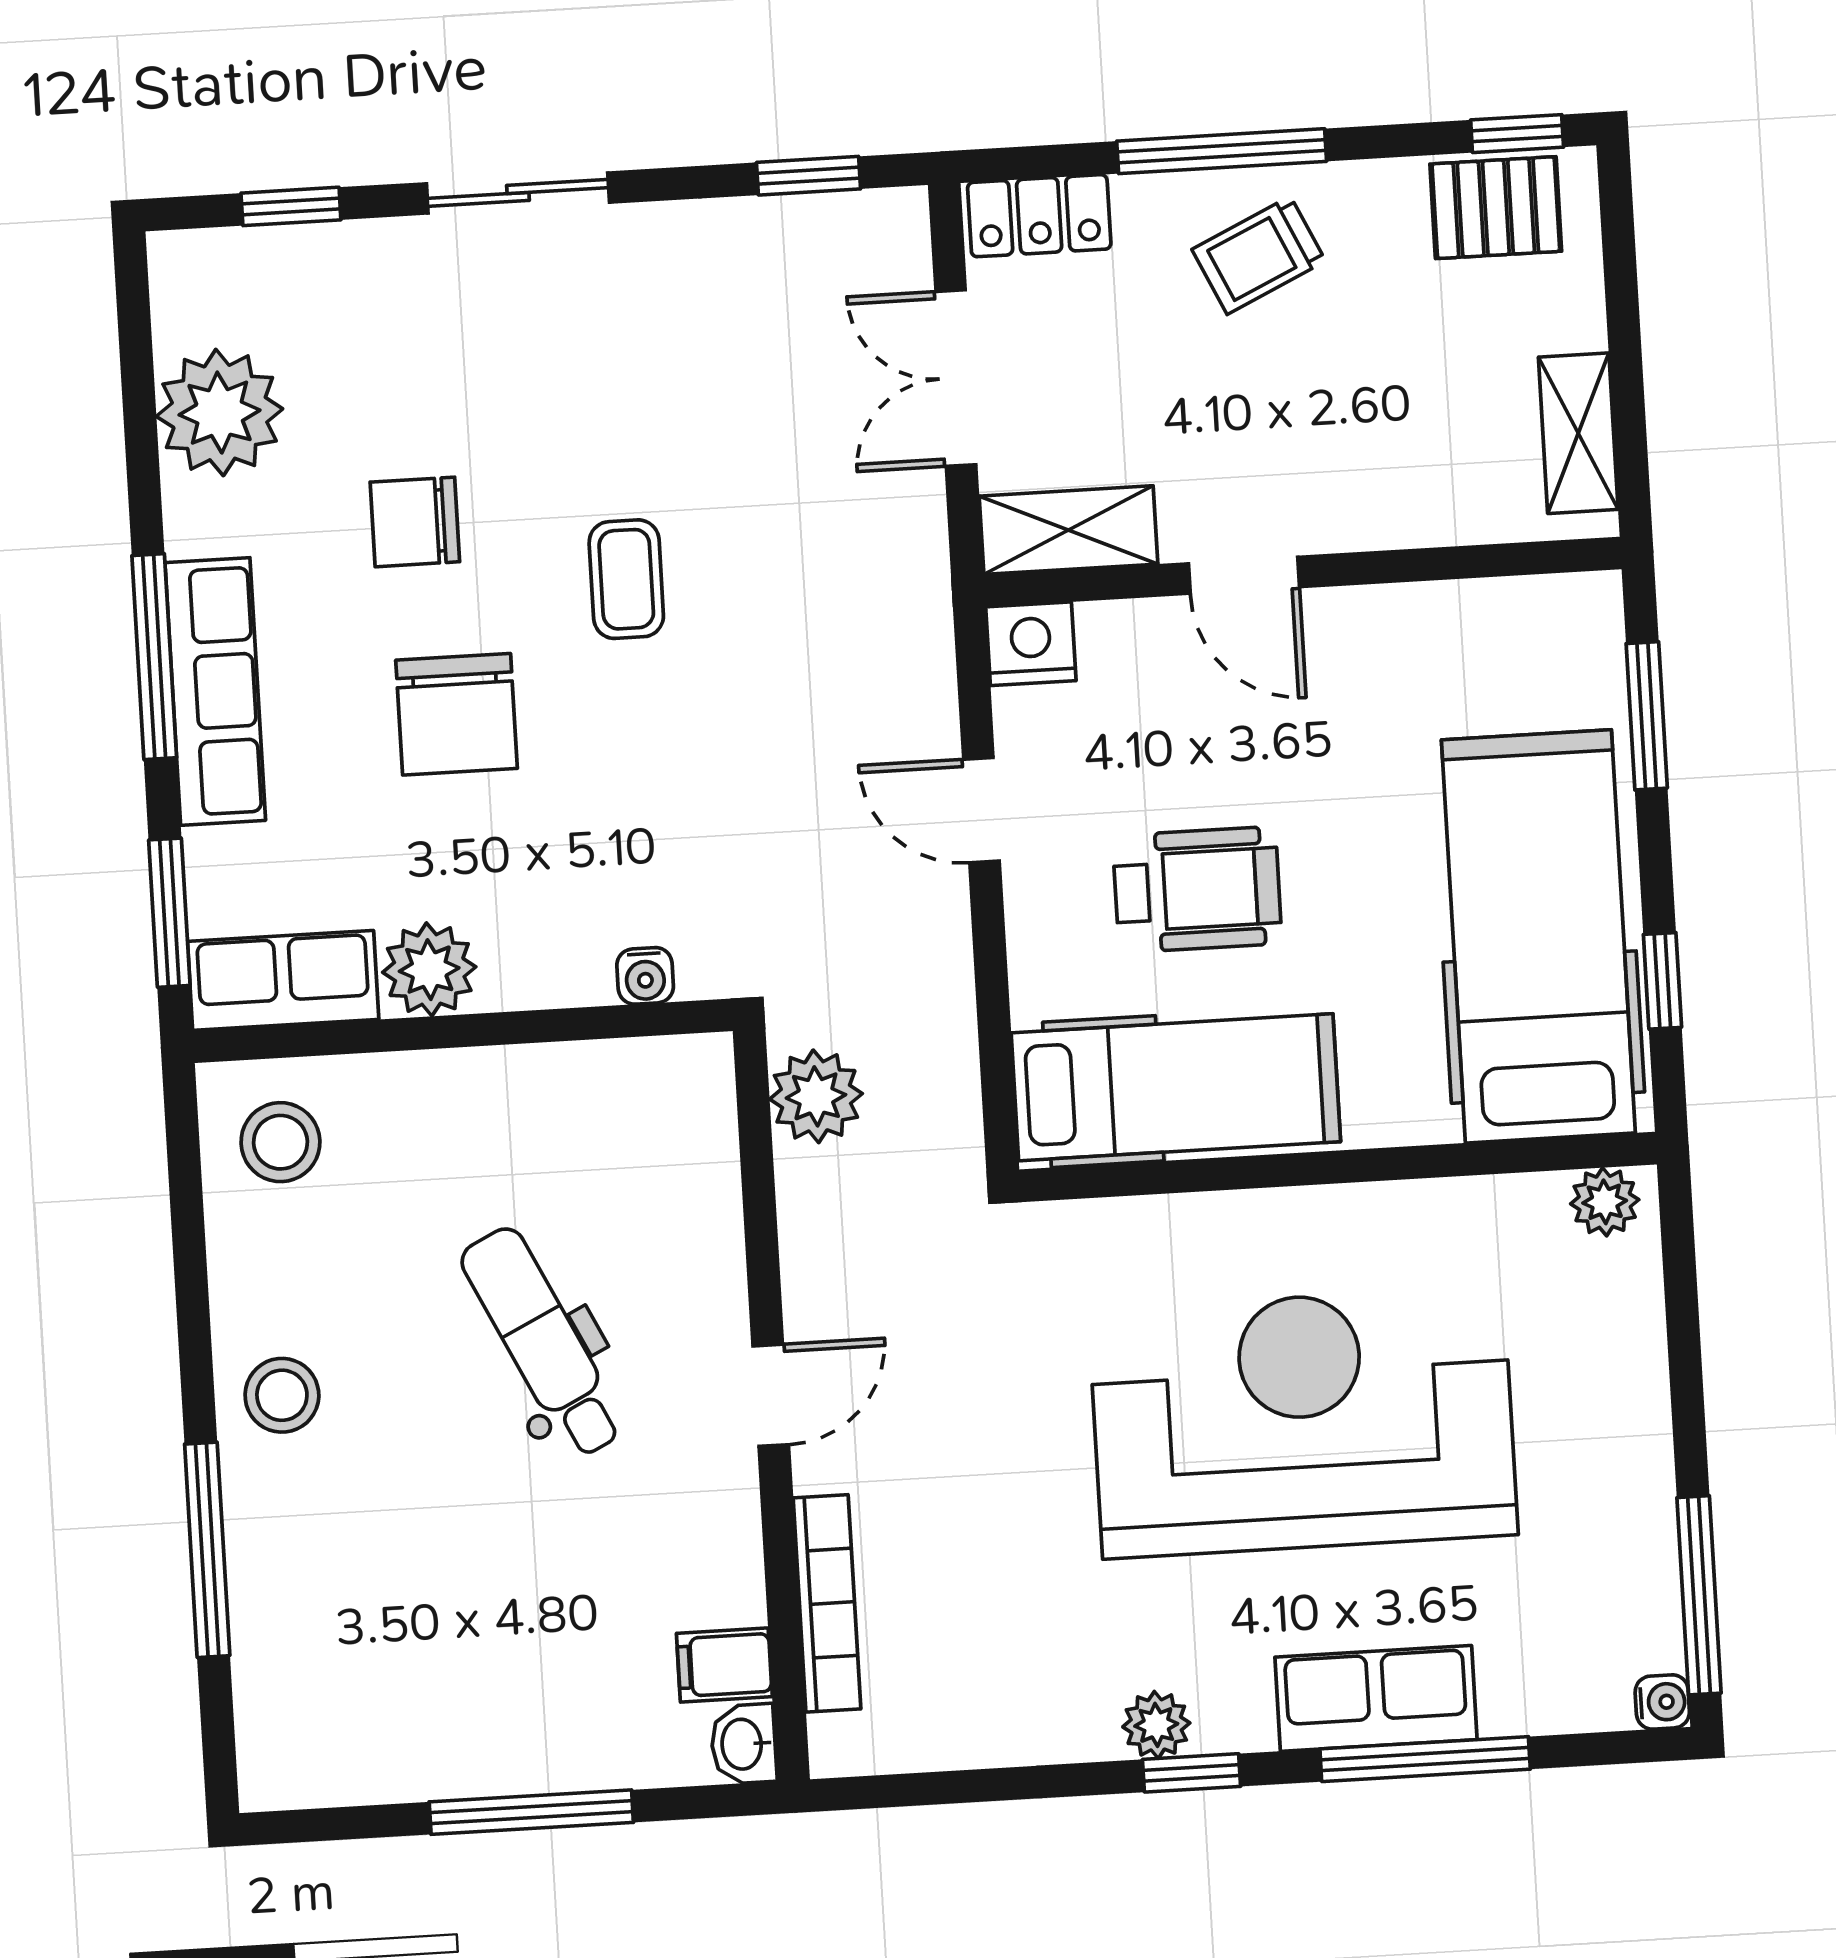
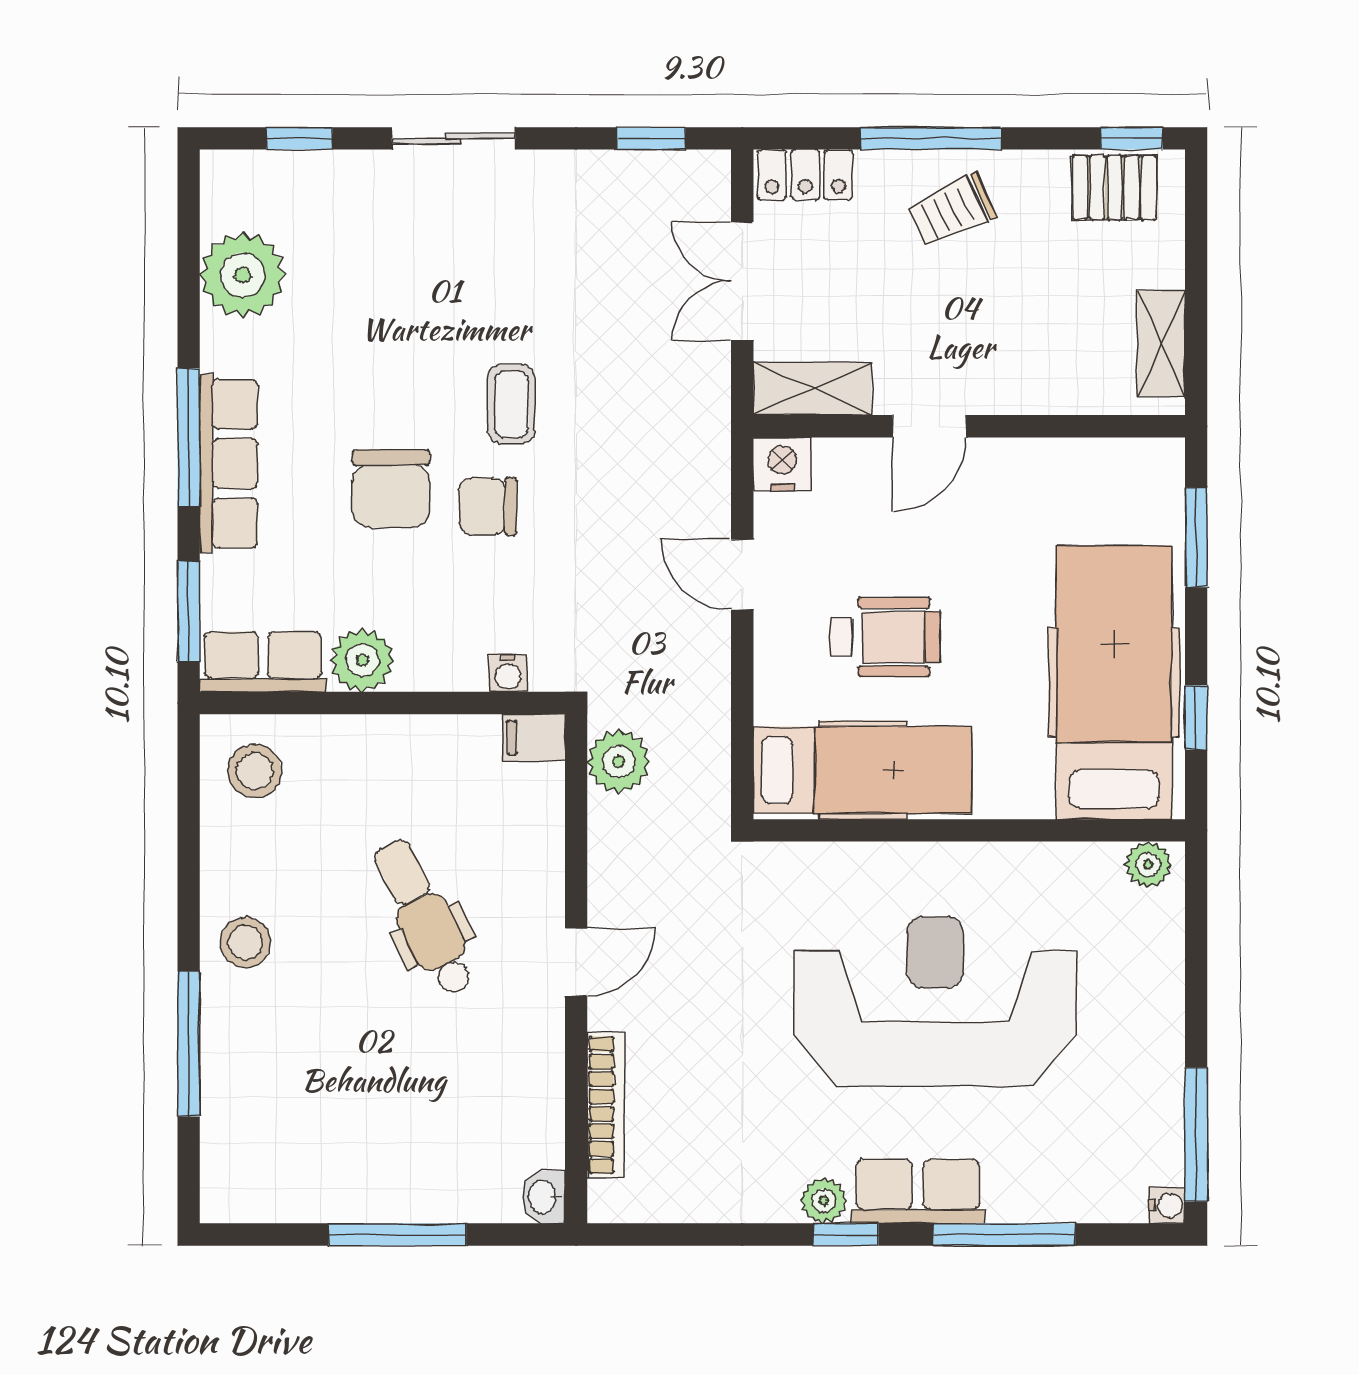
chair: (415, 522) -> (488, 507), moved
door: (1244, 575) -> (929, 426), hinge flipped
filing cabinet: (724, 1665) -> (534, 738), moved
row of seats: (1376, 1698) -> (918, 1191), moved

